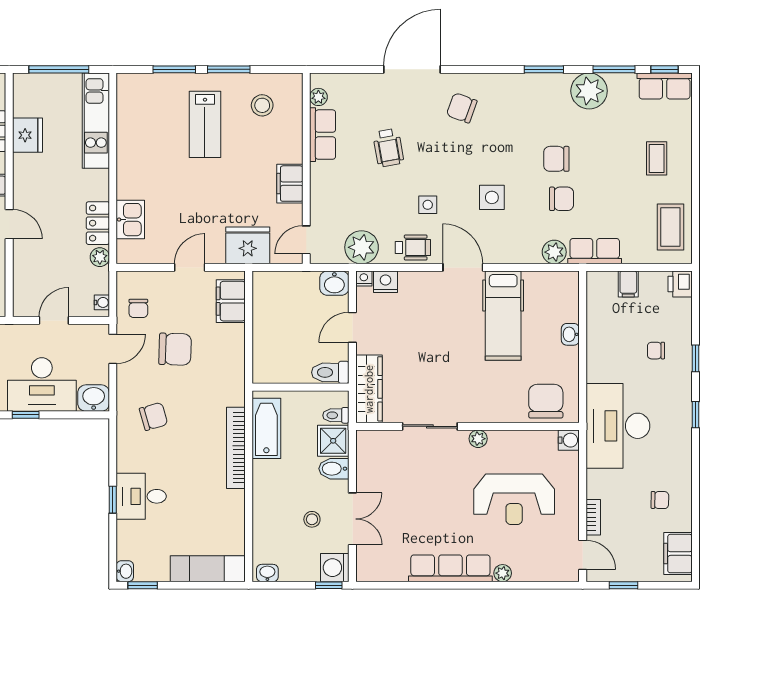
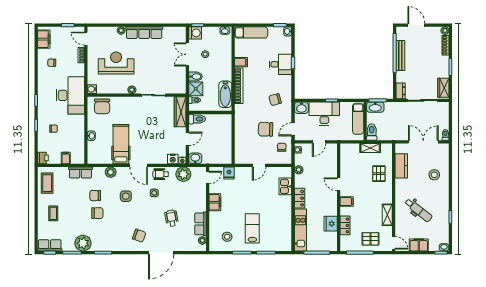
locker: (98, 223) -> (300, 198), moved
fridge: (248, 245) -> (229, 173), width x0.53, depth x0.75
plant: (554, 252) -> (111, 172), moved
filing cabinet: (231, 301) -> (241, 62), moved, width x0.50

